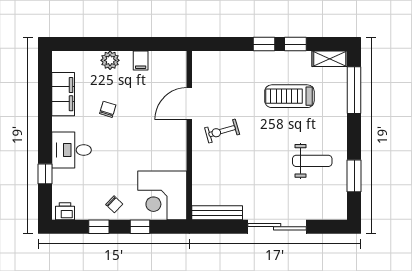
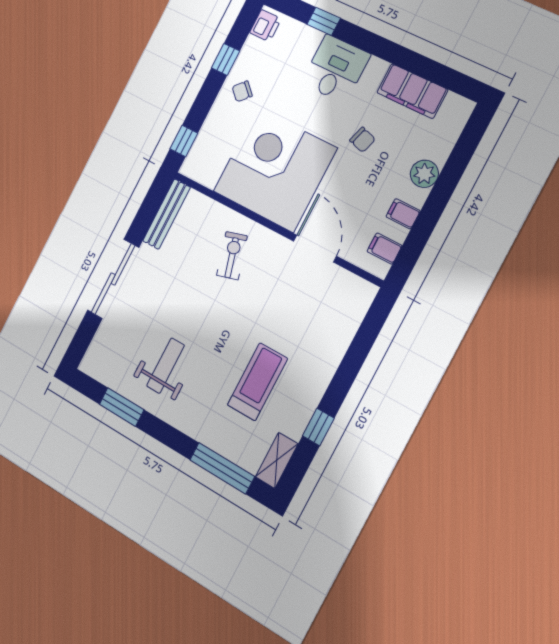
window: (264, 44) -> (340, 386), removed
filing cabinet: (167, 61) -> (384, 249), added
exercise bike: (222, 131) -> (232, 256), moved
weight bench: (312, 161) -> (166, 366), turned 180
corner desk: (162, 195) -> (275, 170), moved, width x1.36, depth x1.36
window: (140, 227) -> (184, 141), moved

